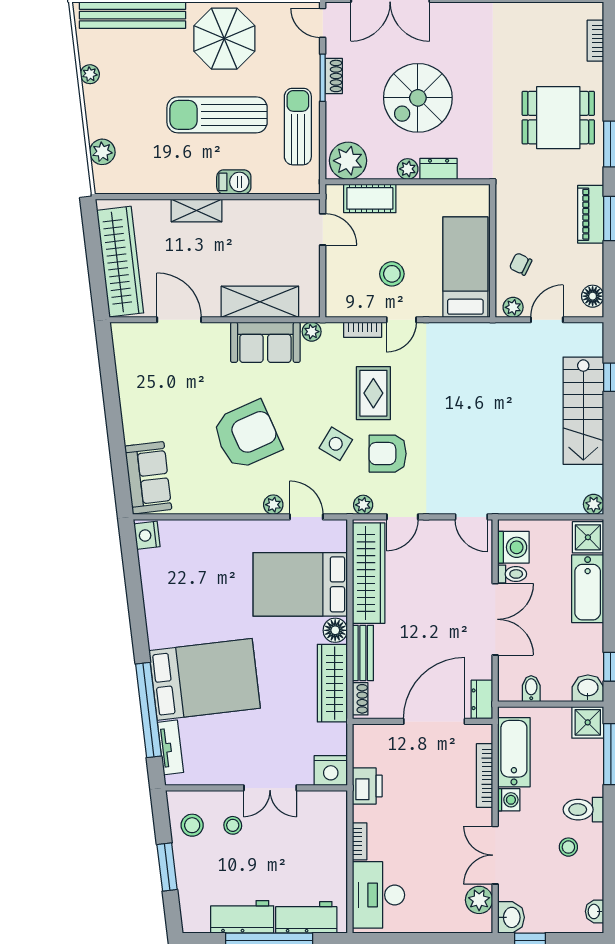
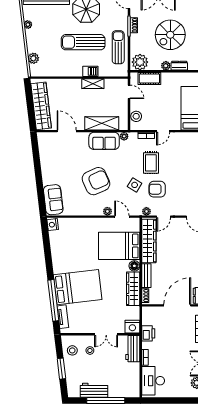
shelving: (197, 210) -> (93, 84), moved
stool: (392, 274) -> (136, 116), moved
workbench: (306, 917) -> (133, 349), moved, turned -90

